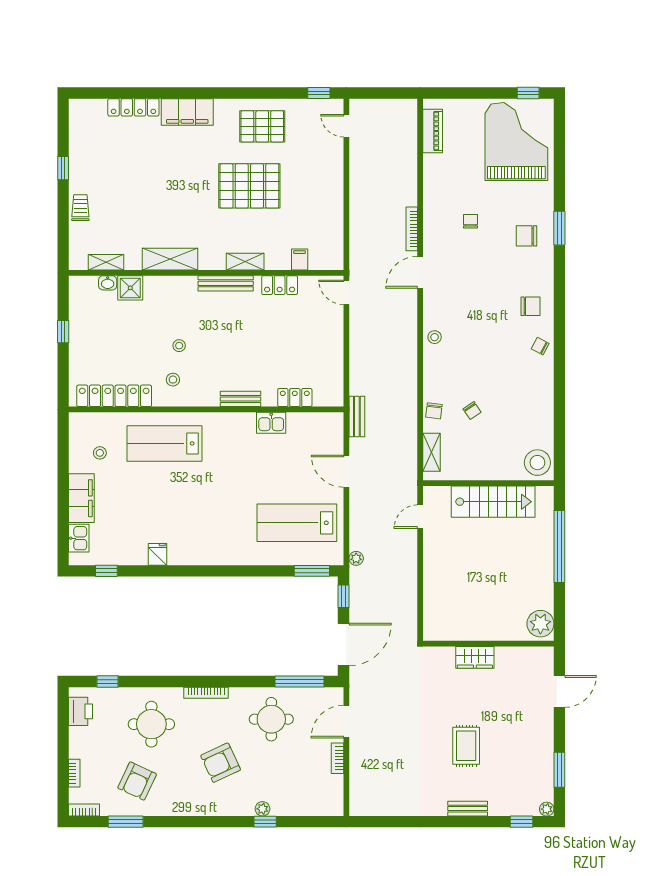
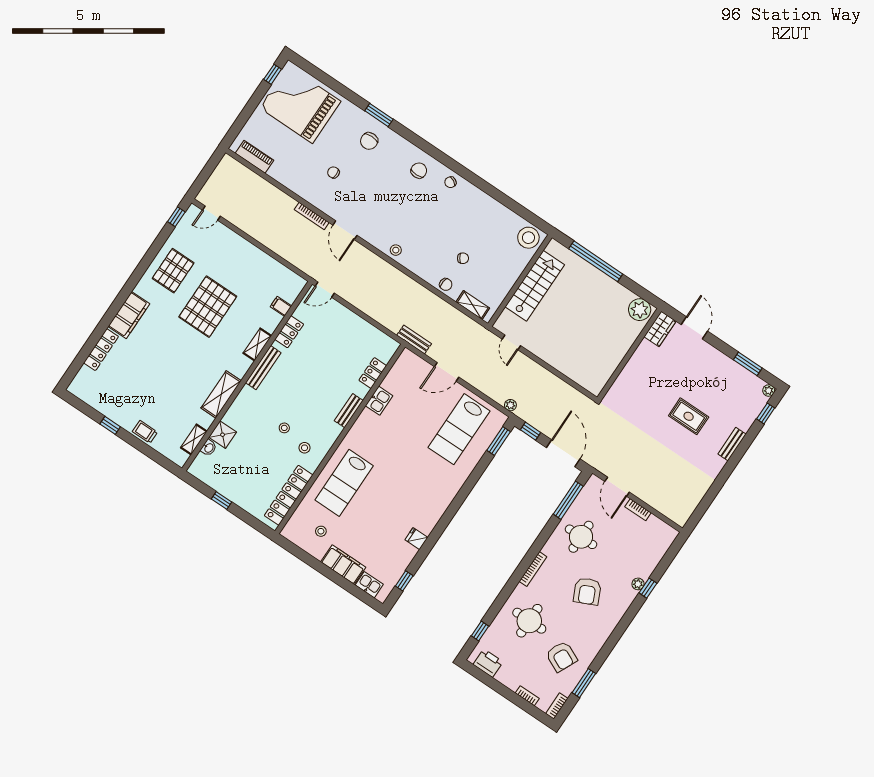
wardrobe: (475, 657) -> (660, 329), moved

